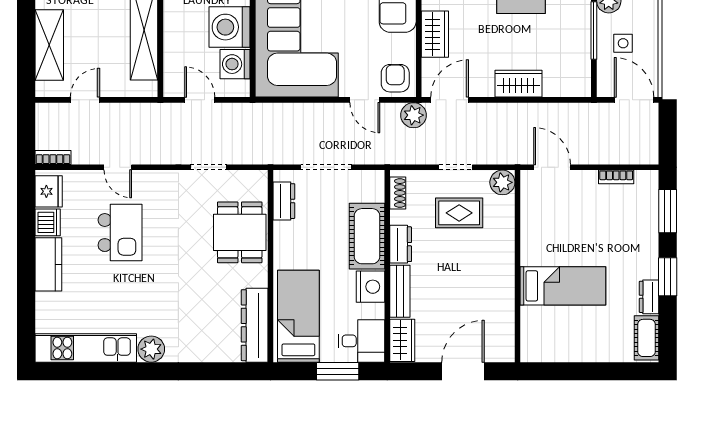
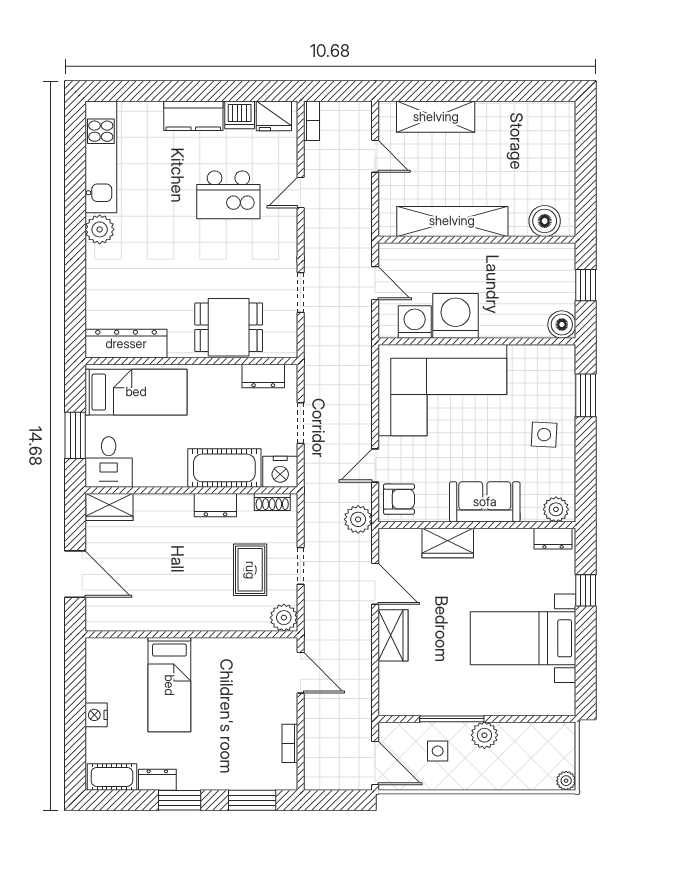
door: (200, 100) -> (375, 283), hinge flipped
door: (450, 100) -> (375, 584), moved
door: (634, 100) -> (375, 763), hinge flipped
doorway: (326, 167) -> (301, 423), width x0.73
door: (552, 167) -> (301, 673), hinge flipped
nightstand: (370, 287) -> (280, 472), moved
bench: (400, 291) -> (164, 504), removed
nightstand: (590, 352) -> (96, 715), added

